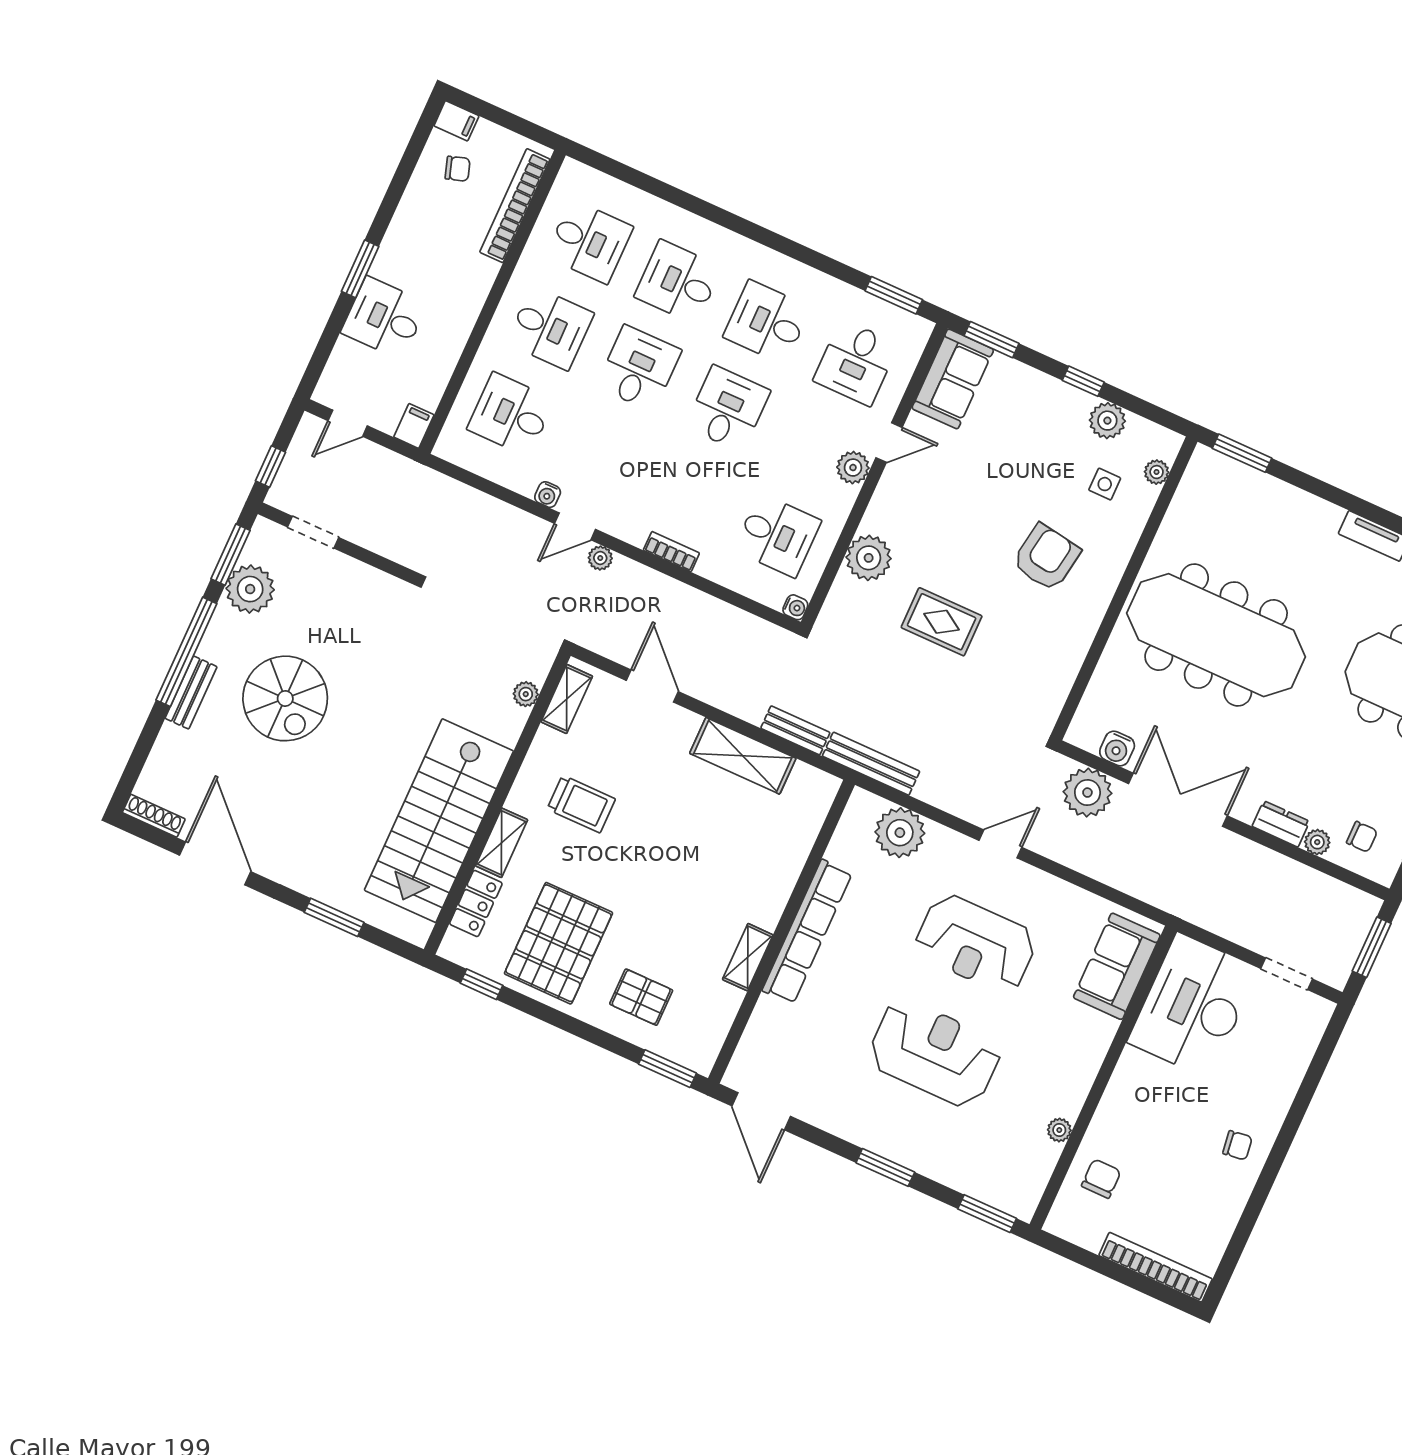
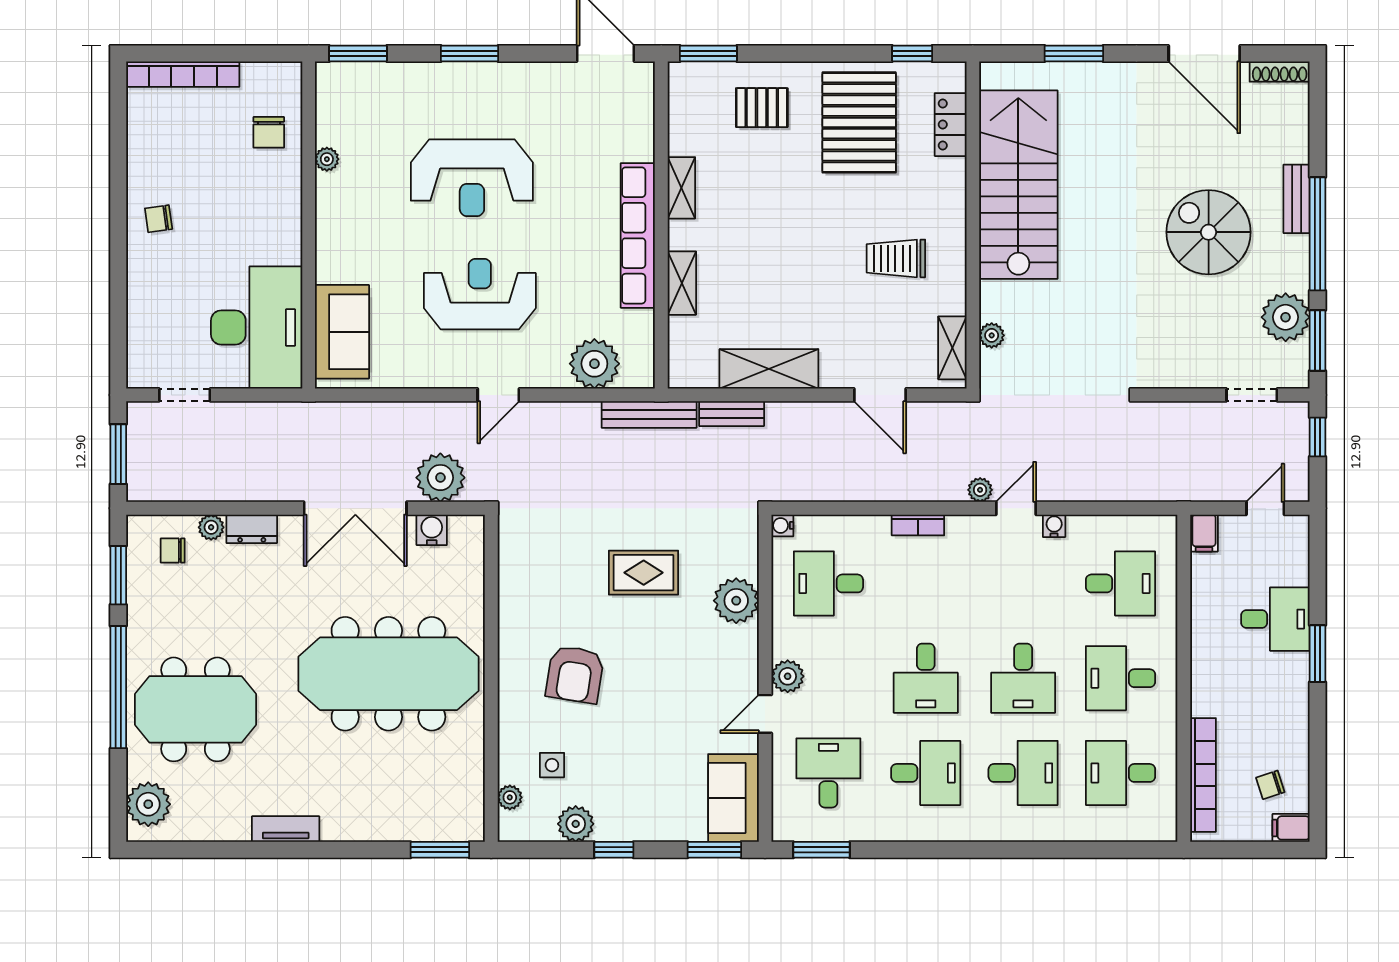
shelving: (502, 843) -> (682, 283), moved

